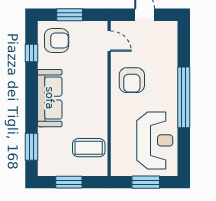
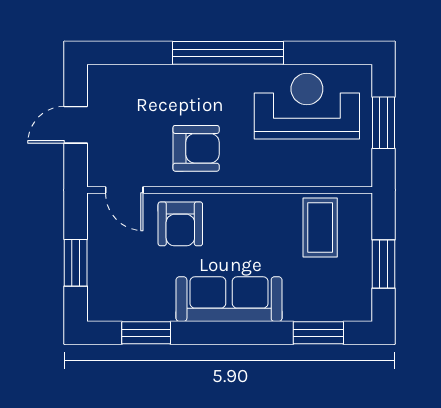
armchair: (57, 41) -> (180, 224), moved, turned 180
door: (109, 41) -> (124, 190), swing flipped
window: (31, 53) -> (146, 333), width x1.50

